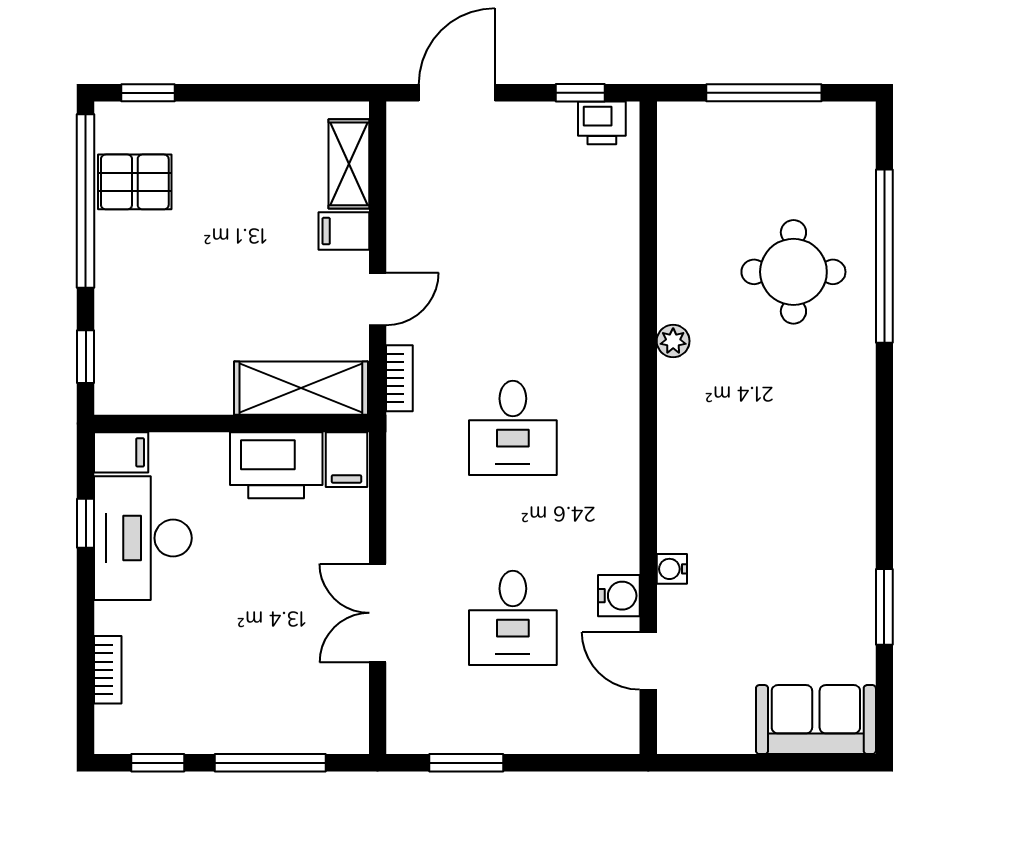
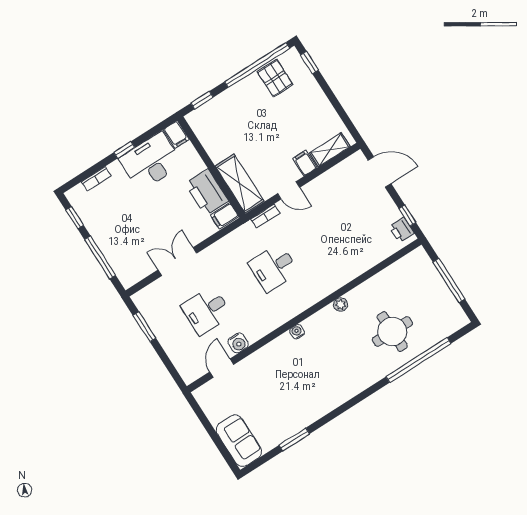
window: (86, 523) -> (124, 150), moved
water cooler: (672, 569) -> (297, 332), moved

